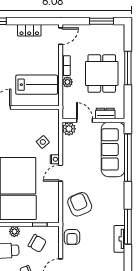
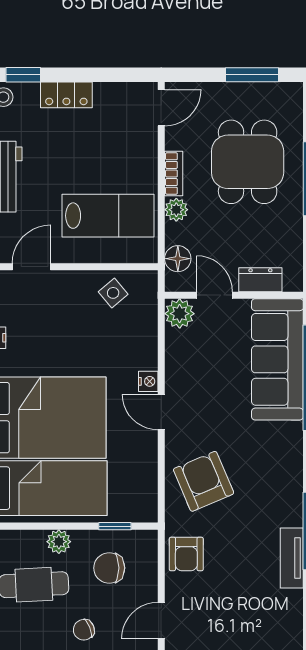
locker: (29, 30) -> (66, 95), moved
dining table: (102, 73) -> (248, 162), moved
floor lamp: (68, 104) -> (178, 259), added
side table: (43, 142) -> (113, 293), moved
door: (61, 173) -> (161, 412), hinge flipped
chair: (37, 243) -> (109, 568), turned 150

